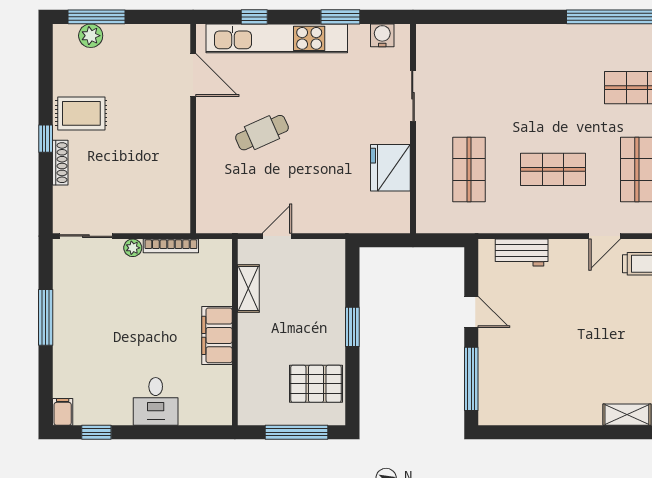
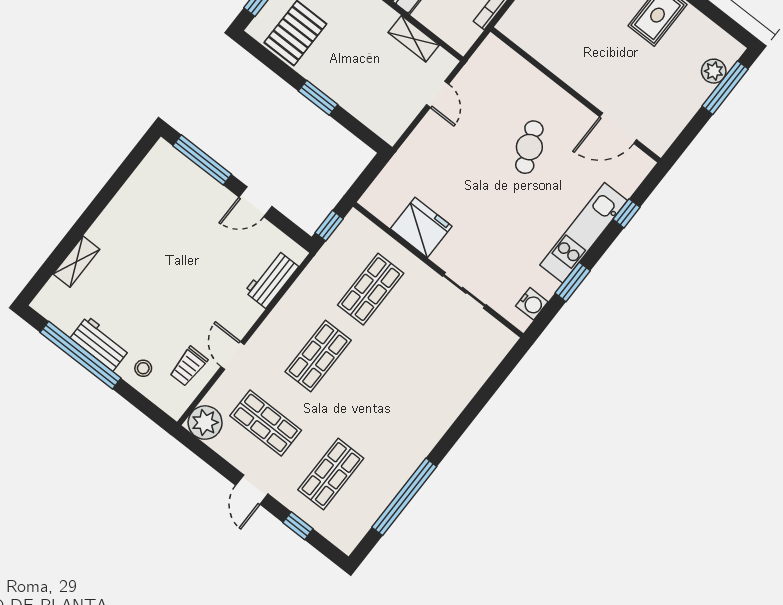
kitchen unit: (277, 38) -> (584, 233), width x0.73
shop shelf: (469, 169) -> (371, 289), turned 90
window: (445, 240) -> (329, 226), added

